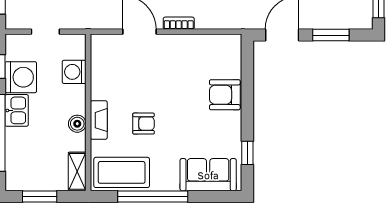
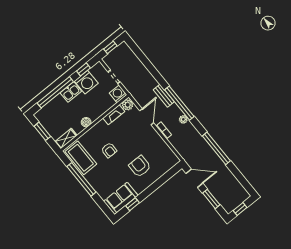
plant: (101, 45) -> (128, 105), added
washing machine: (74, 72) -> (118, 94), moved
armchair: (225, 95) -> (140, 166), moved
fireplace: (99, 120) -> (114, 115), moved
sofa: (208, 175) -> (121, 198), moved, turned -90

